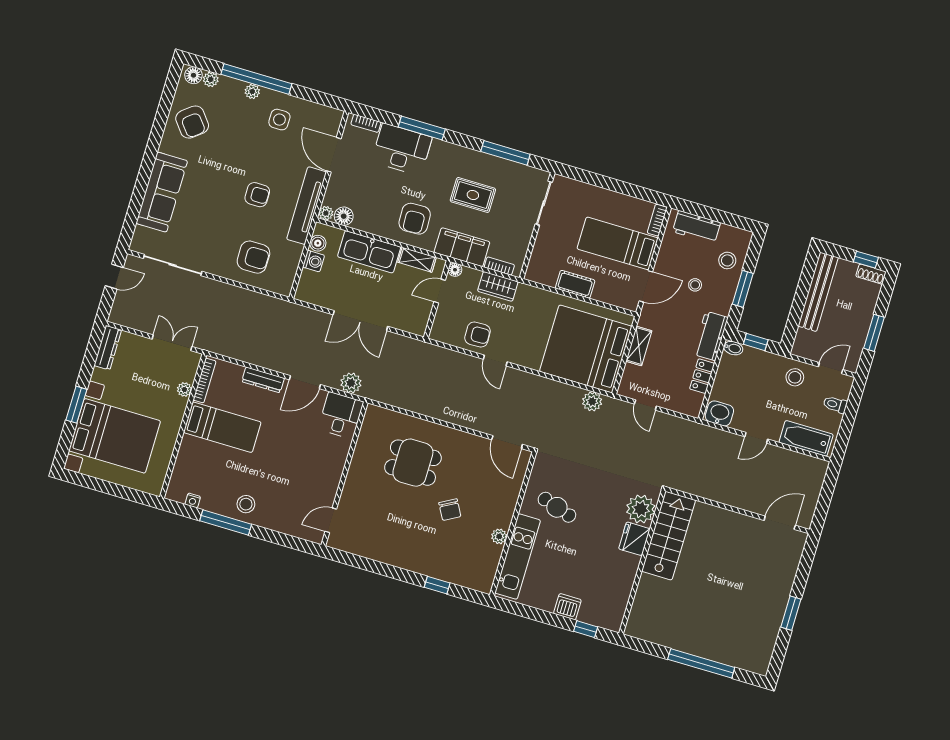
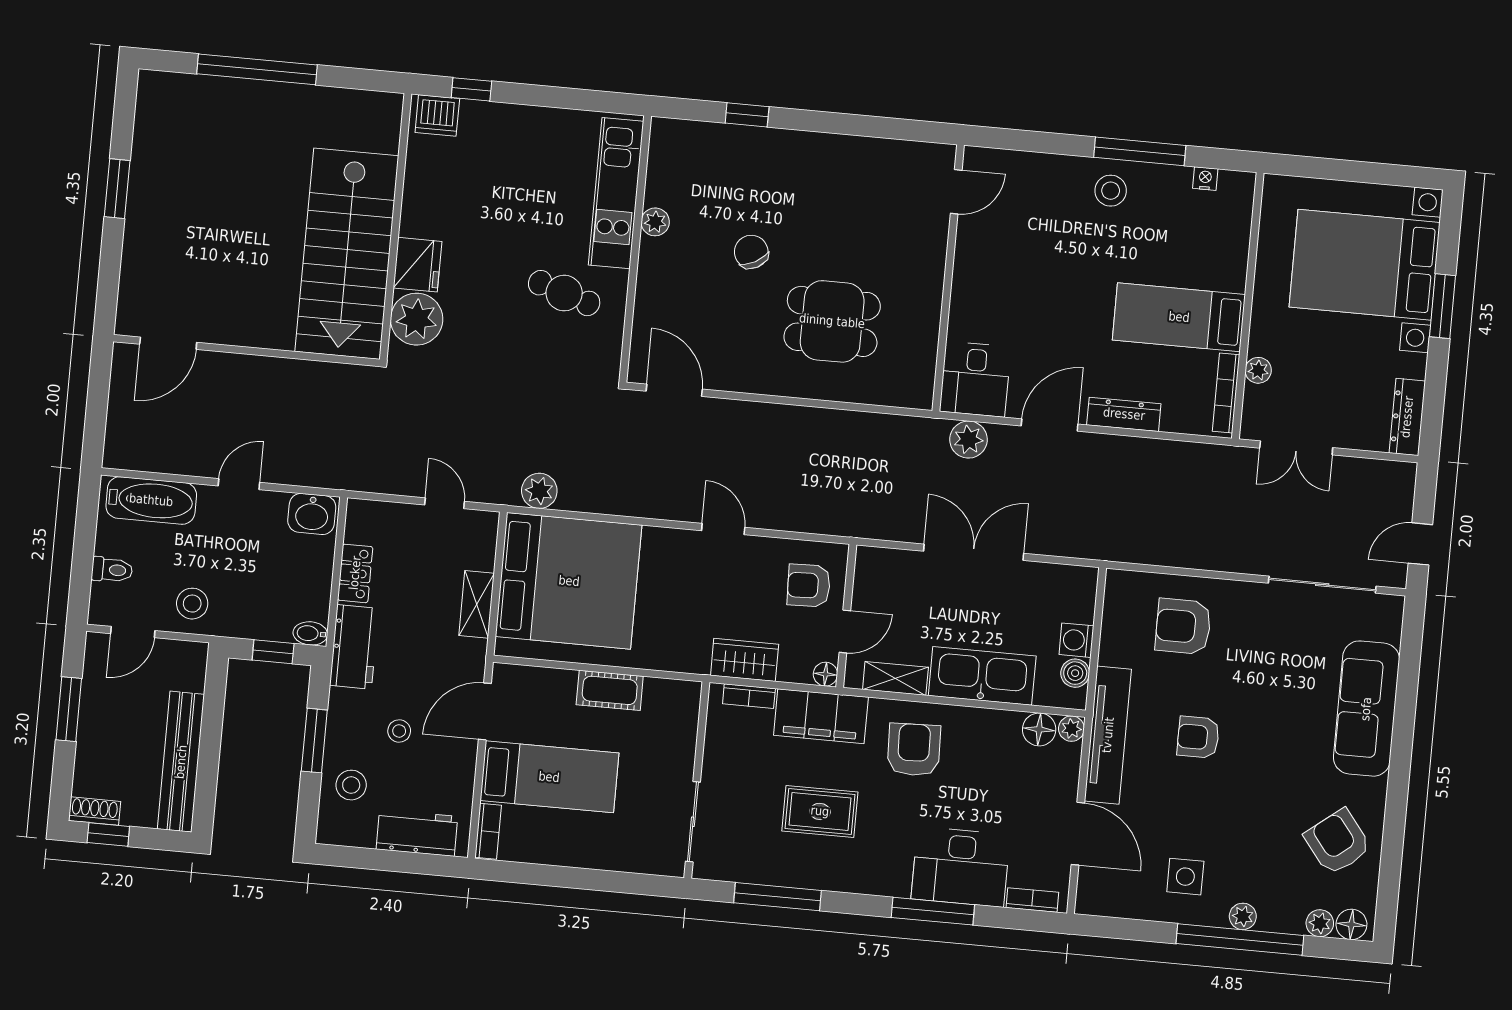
armchair: (478, 335) -> (809, 585), moved
stairs: (669, 536) -> (347, 254), width x1.36, depth x1.51
dishwasher: (567, 607) -> (437, 116), moved

